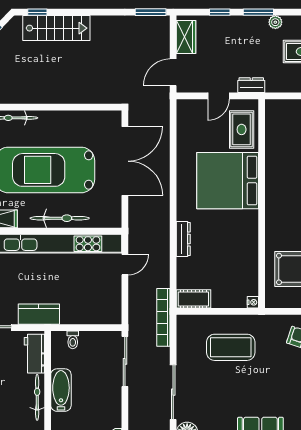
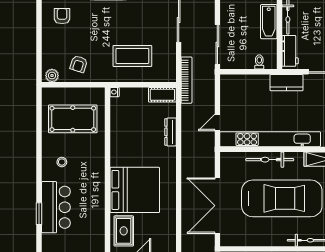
dresser: (183, 239) -> (171, 132), moved

